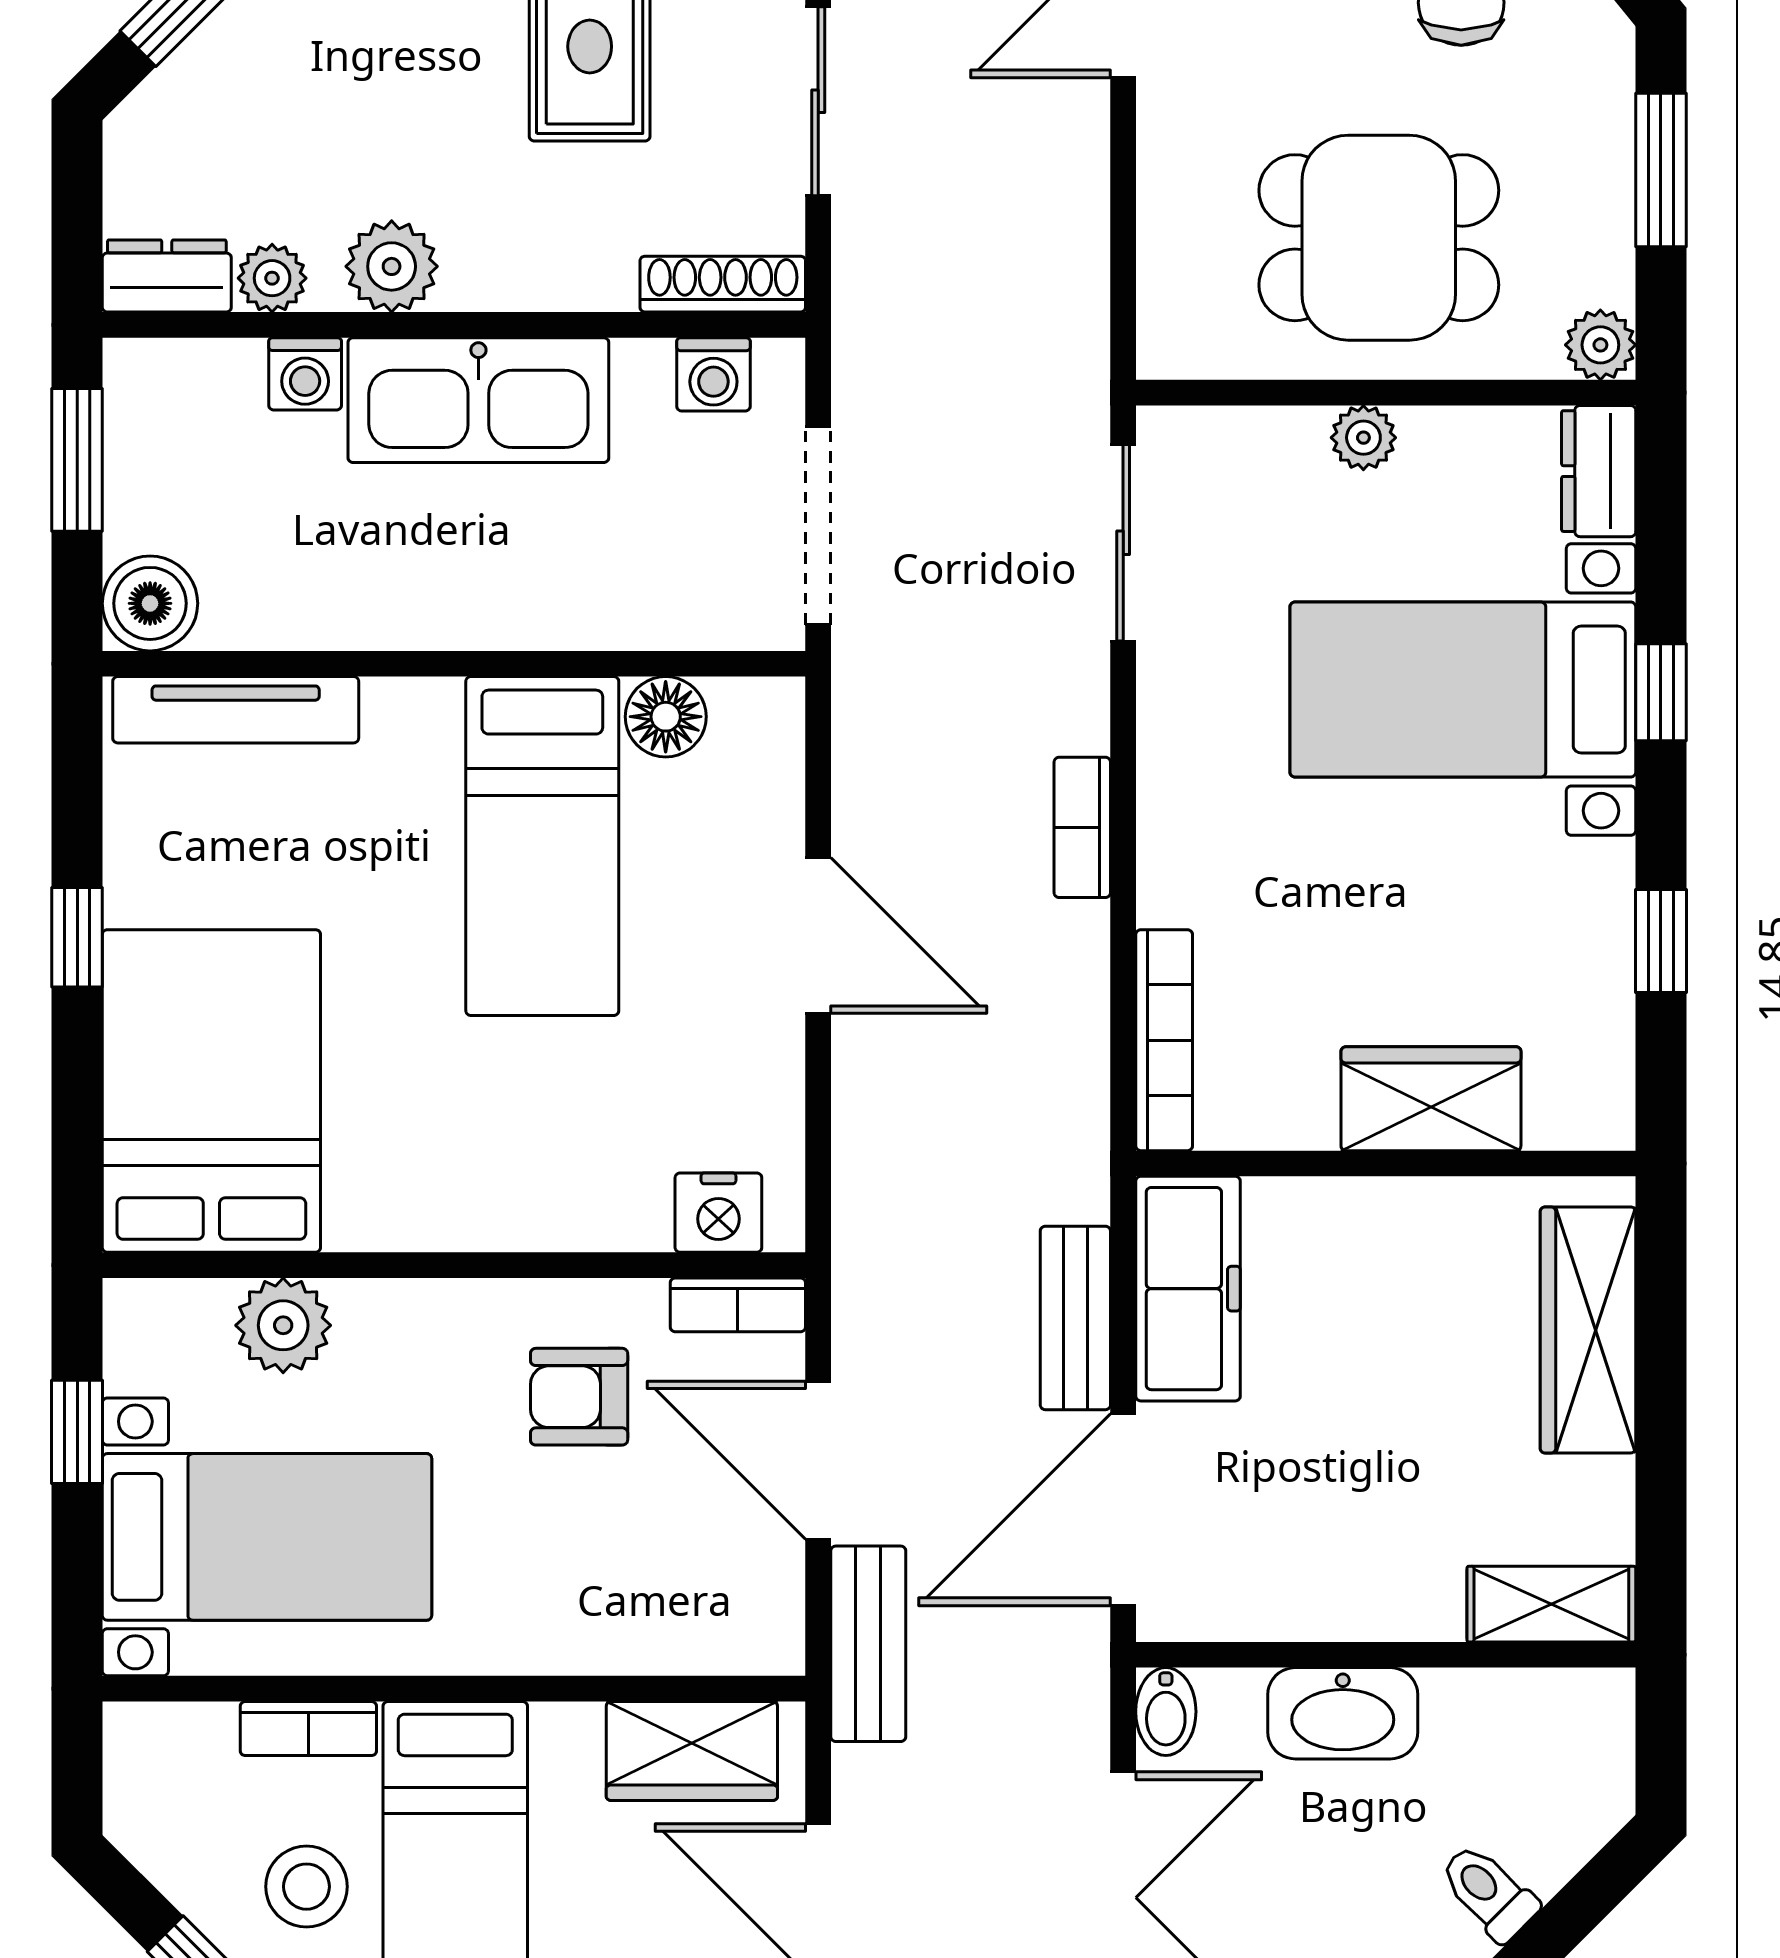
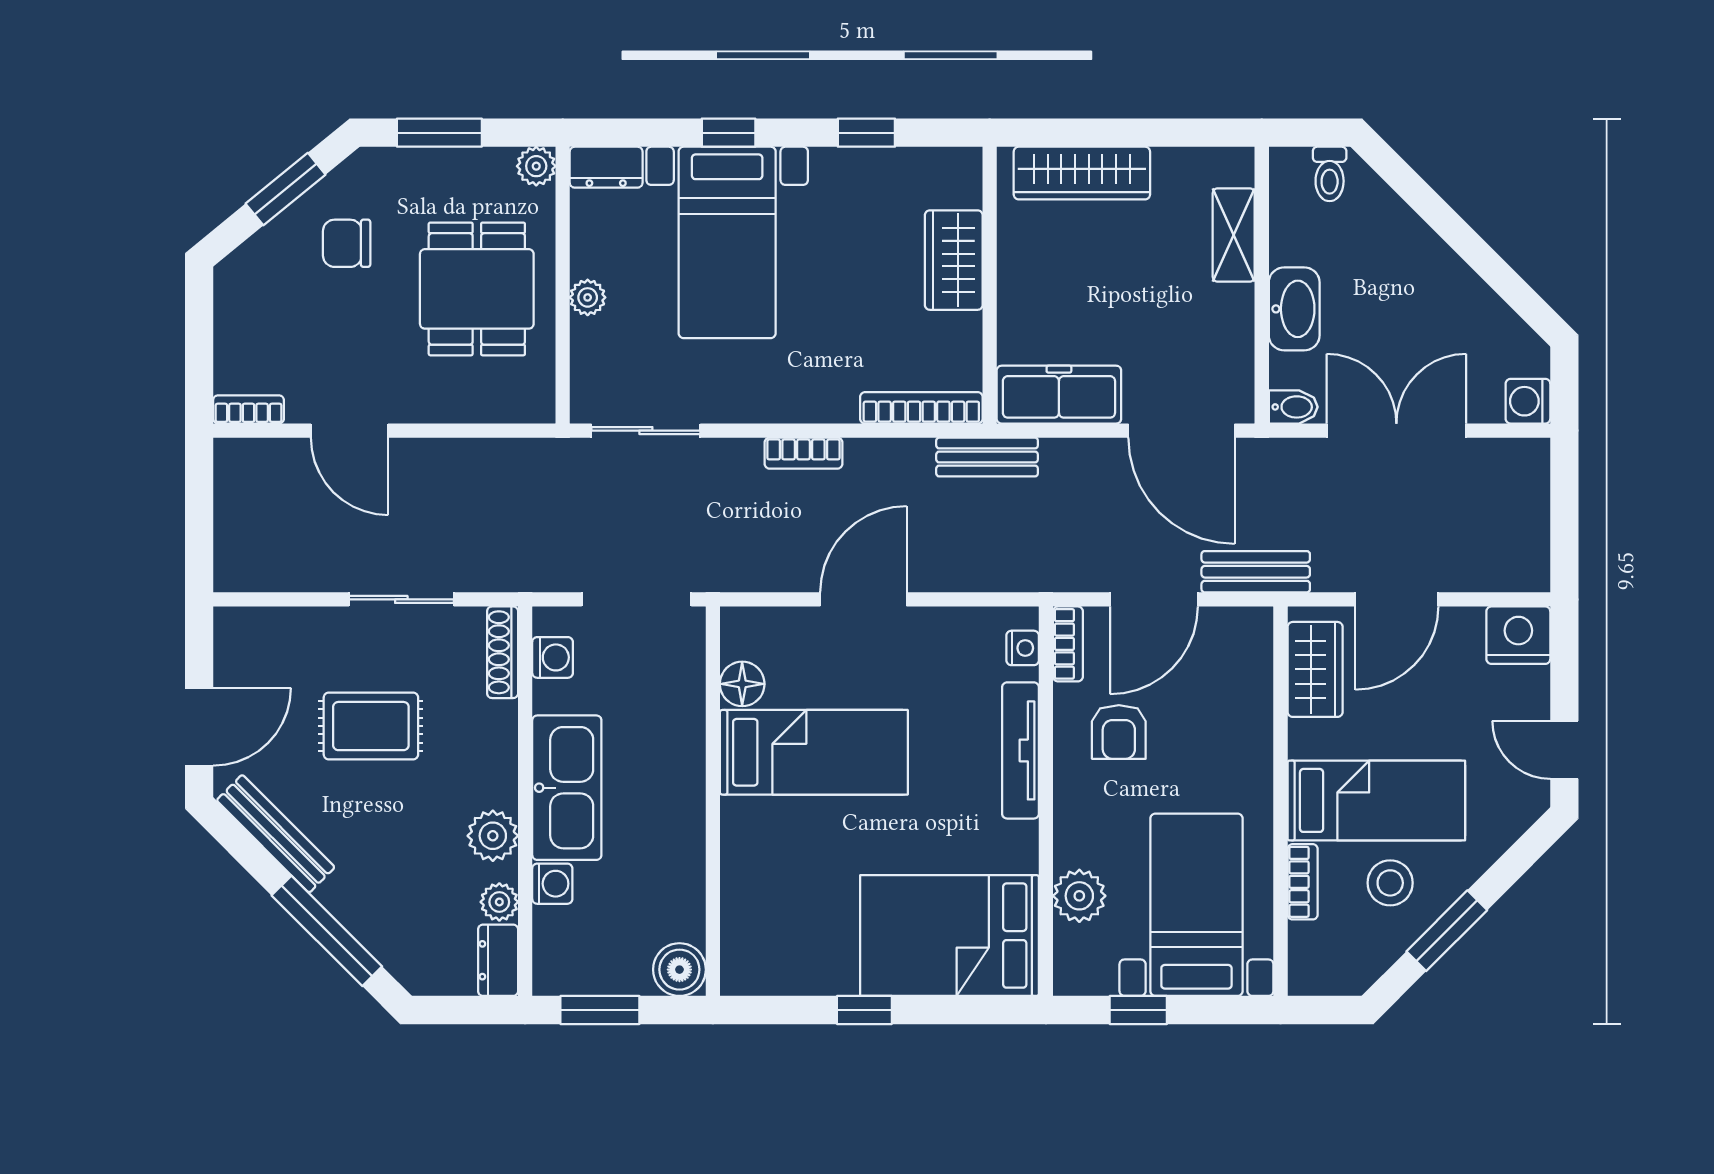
tv unit: (236, 710) -> (1020, 750), moved, turned 180
nightstand: (718, 1213) -> (1023, 648), width x0.72, depth x0.74
bench: (1075, 1318) -> (987, 457), moved
shelving: (1551, 1604) -> (1234, 235), moved
toilet: (1489, 1892) -> (1330, 174), moved, turned -45

